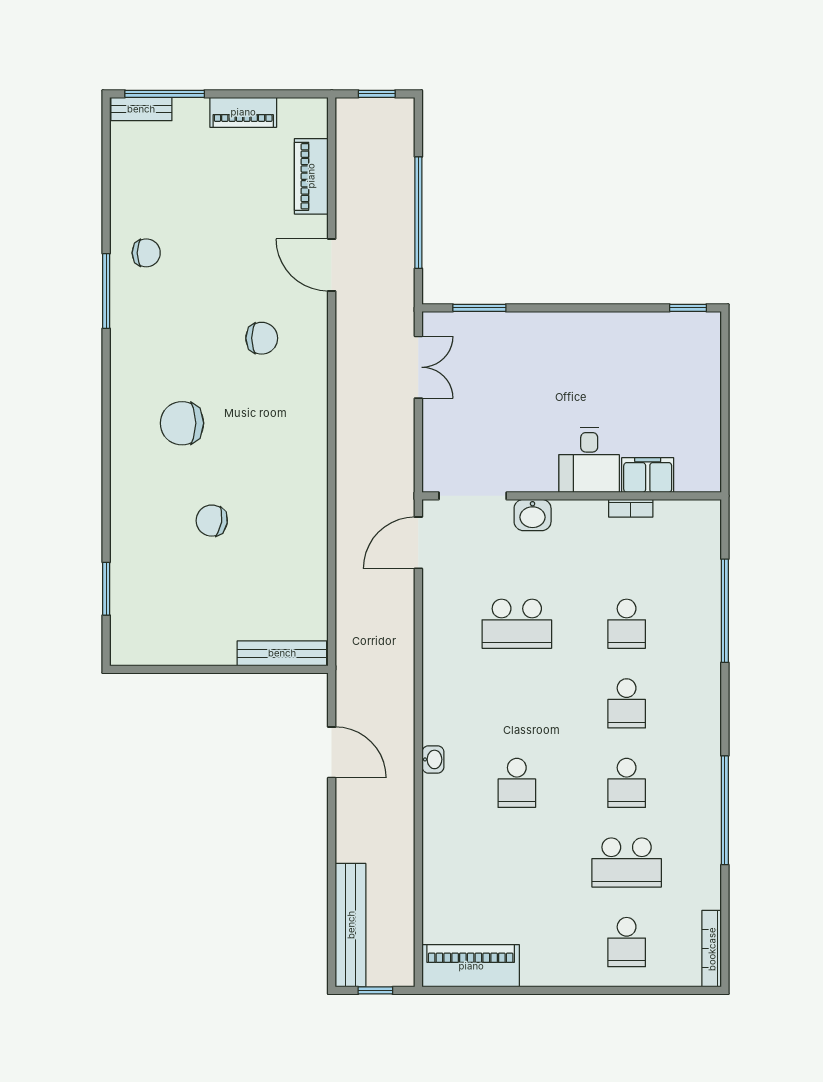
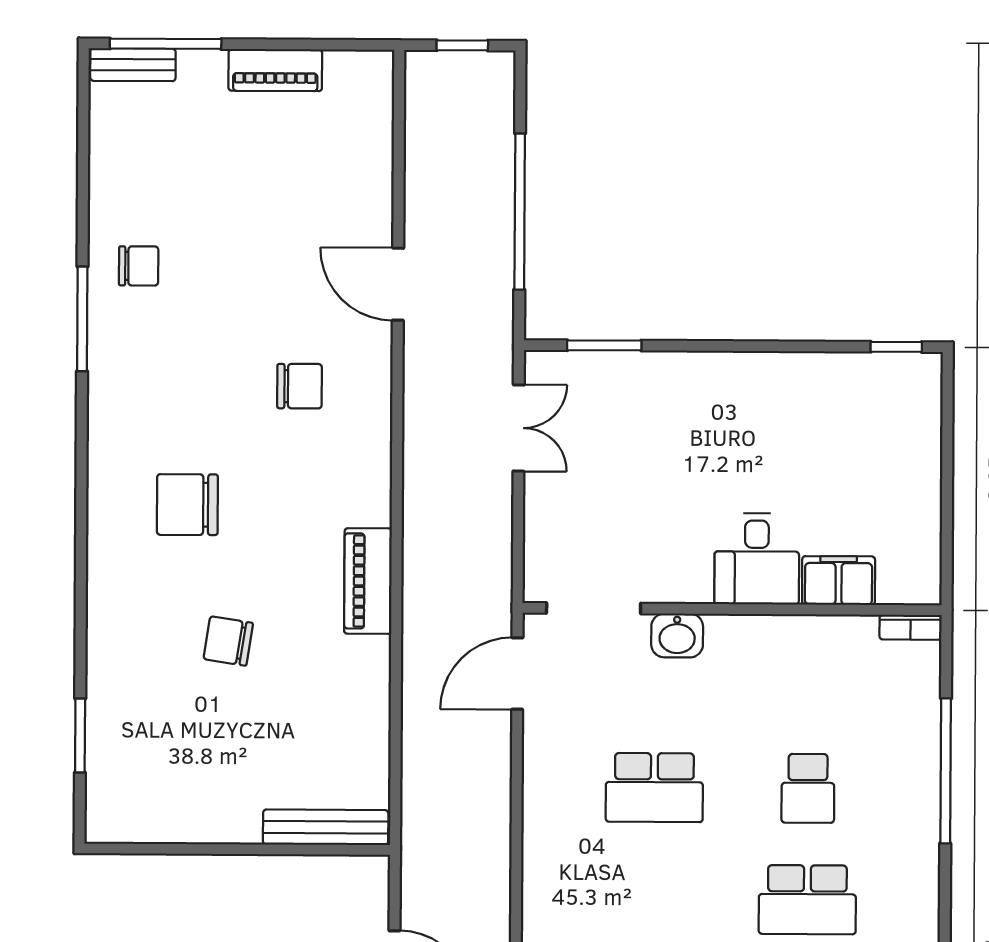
piano: (311, 176) -> (368, 581), moved
bookcase: (631, 508) -> (911, 627), moved
school desk: (627, 703) -> (807, 900), width x1.85

